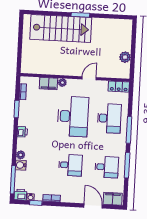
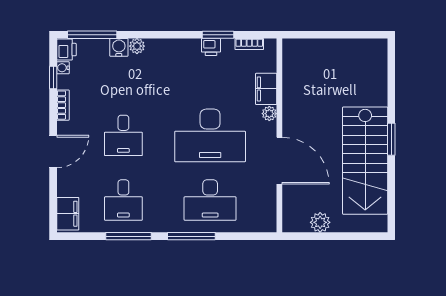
stairs: (61, 28) -> (365, 161), moved
door: (89, 78) -> (279, 161), width x1.87
locker: (119, 87) -> (267, 214), removed
printer: (22, 132) -> (211, 47), moved
door: (93, 206) -> (53, 152), moved

